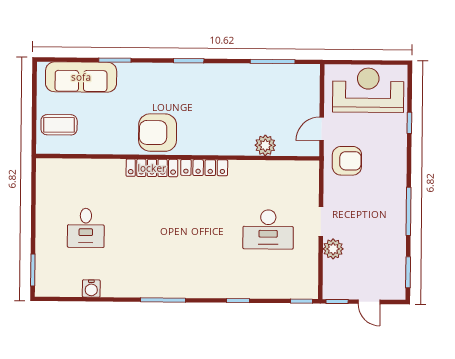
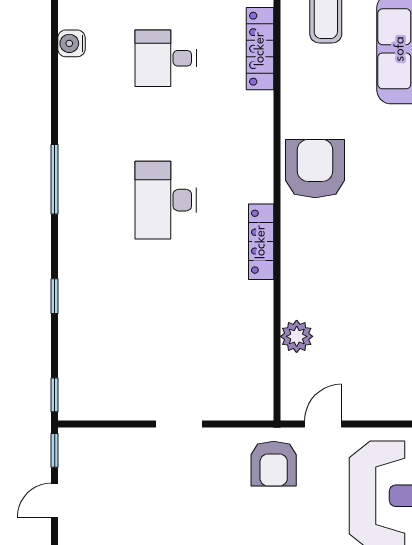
door: (322, 129) -> (323, 424), hinge flipped
locker: (152, 168) -> (260, 49), moved
desk: (268, 229) -> (166, 200), moved
plant: (333, 249) -> (136, 443), removed
water cooler: (91, 288) -> (71, 43), moved

